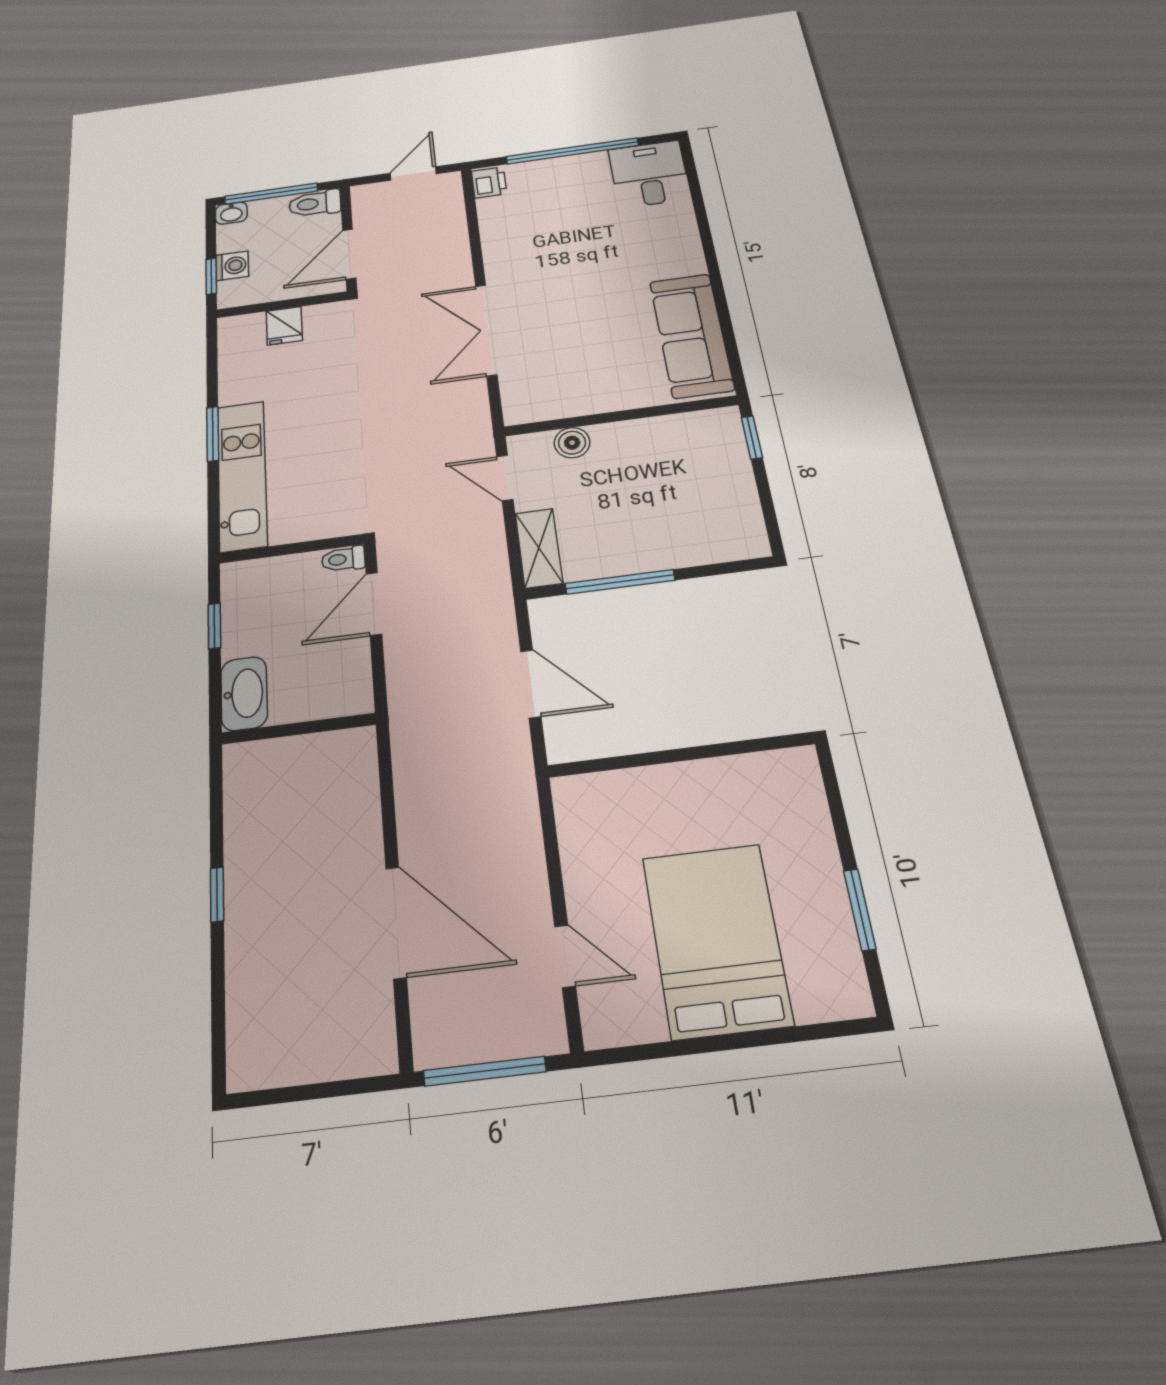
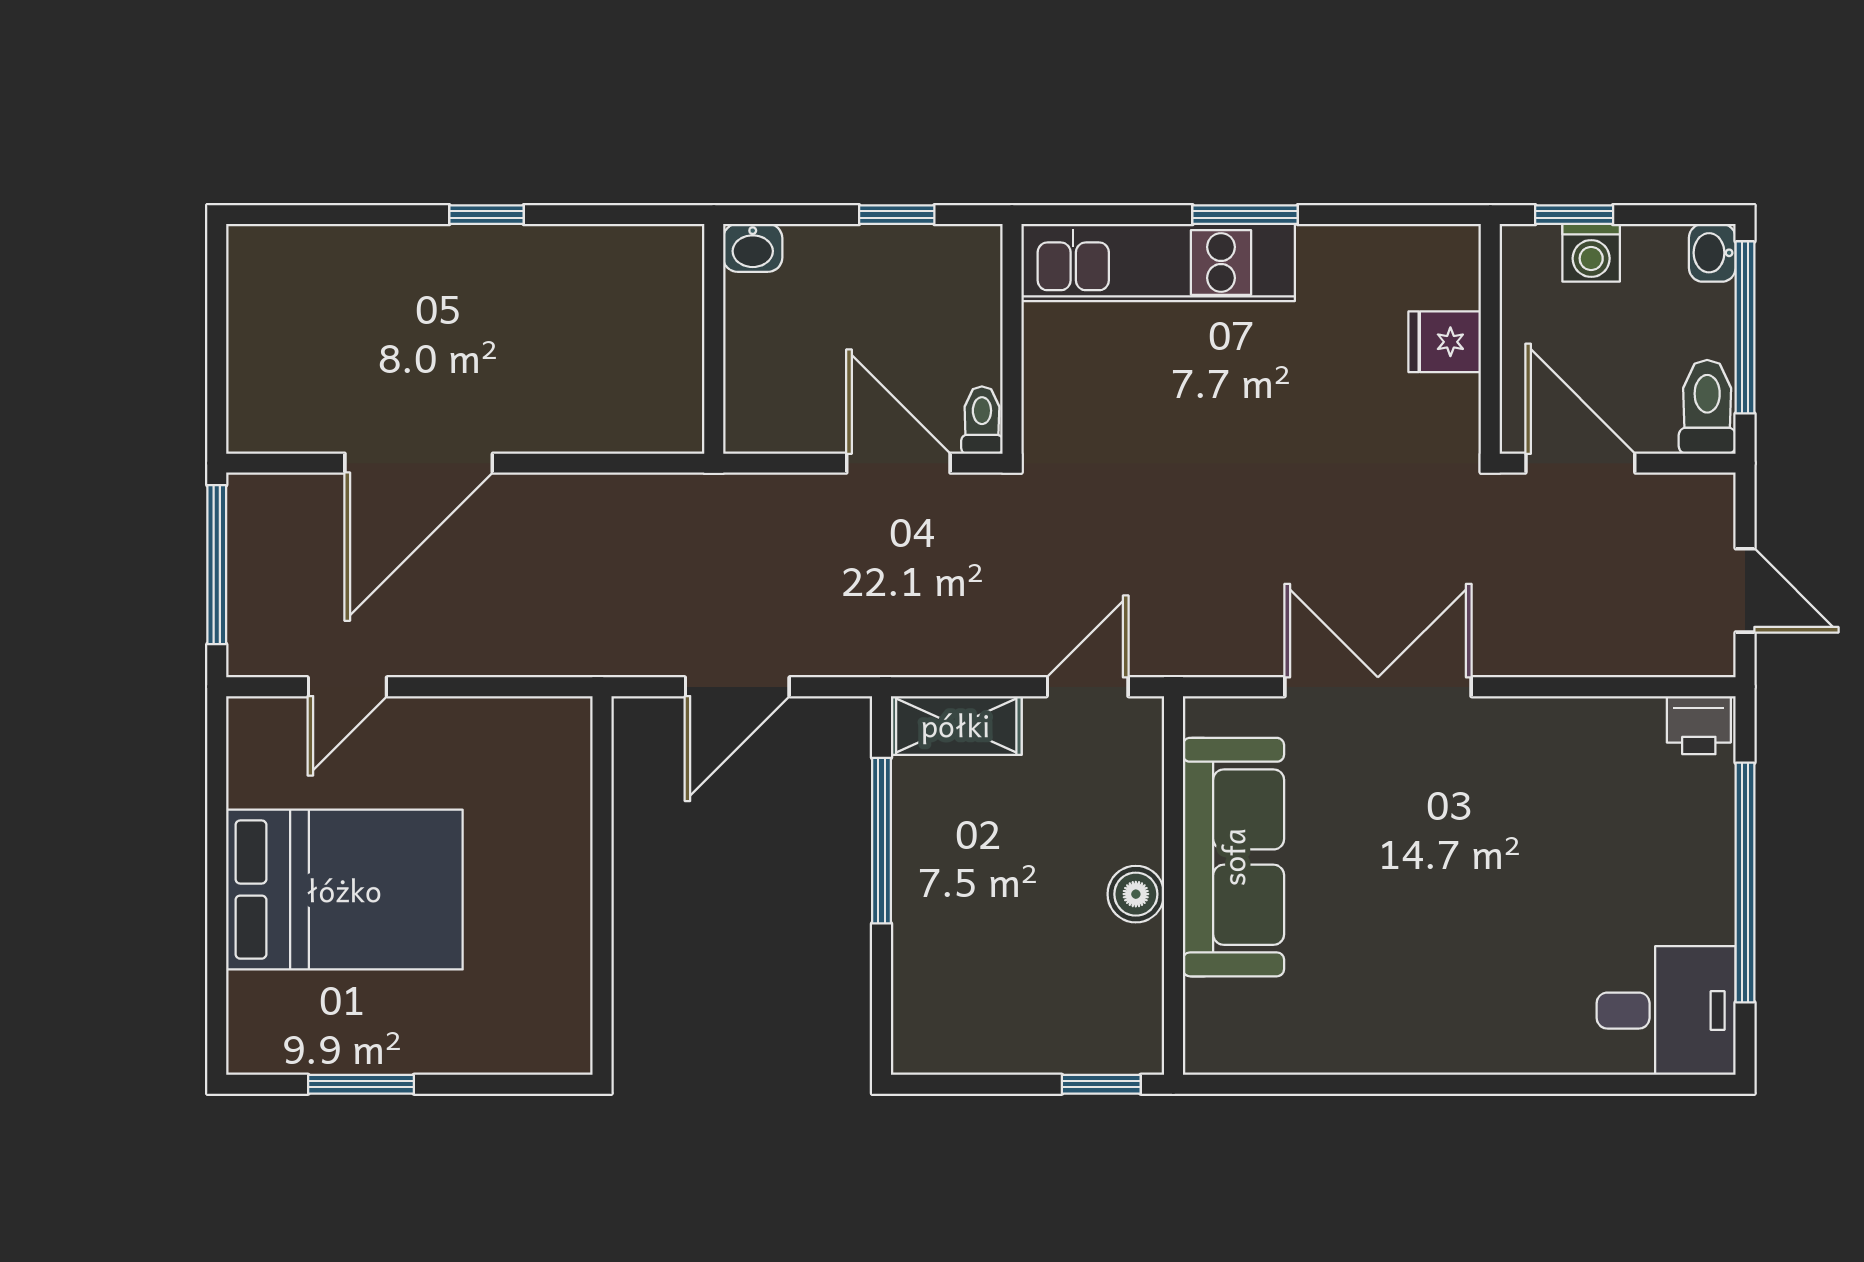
sofa: (691, 335) -> (1233, 857), moved, turned 90
boiler: (572, 443) -> (1136, 894), moved
washbasin: (244, 693) -> (753, 248), width x0.52, depth x0.69

